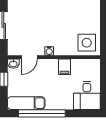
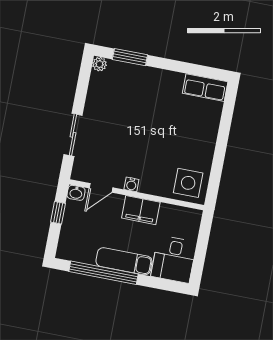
filing cabinet: (65, 67) -> (141, 210), width x2.00
exam couch: (26, 103) -> (124, 261), moved

